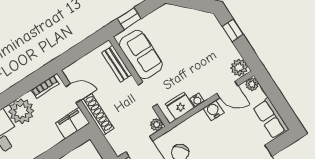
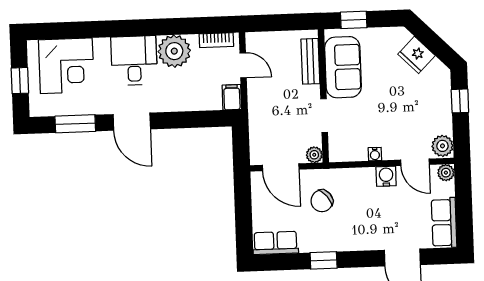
fridge: (180, 106) -> (416, 55), moved, turned -135
shoe rack: (97, 114) -> (256, 104), removed
filing cabinet: (72, 123) -> (232, 97), width x0.50

